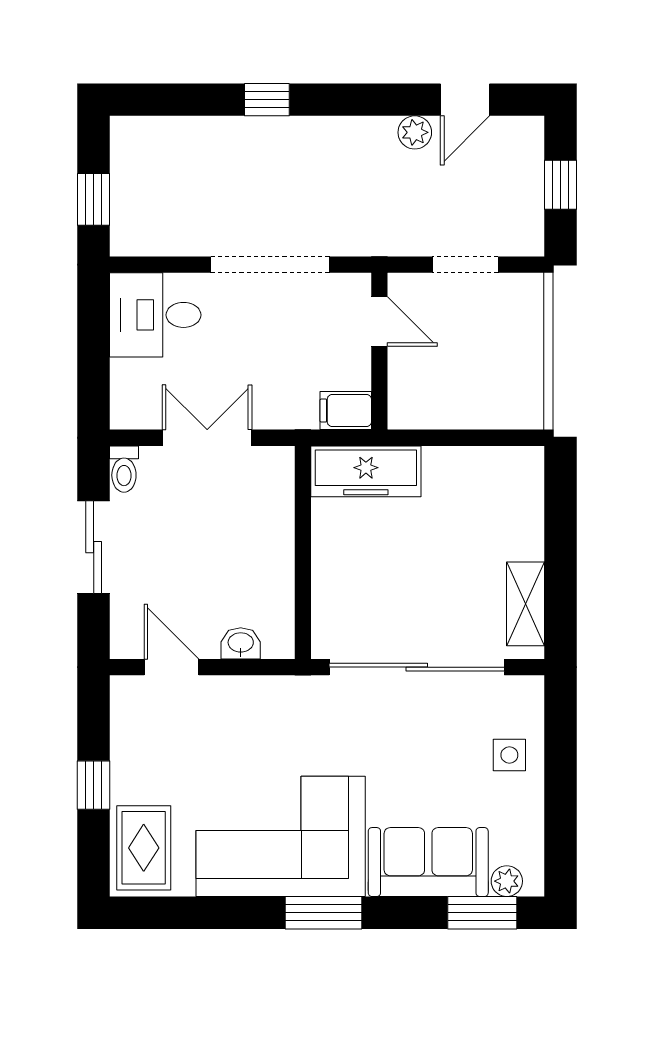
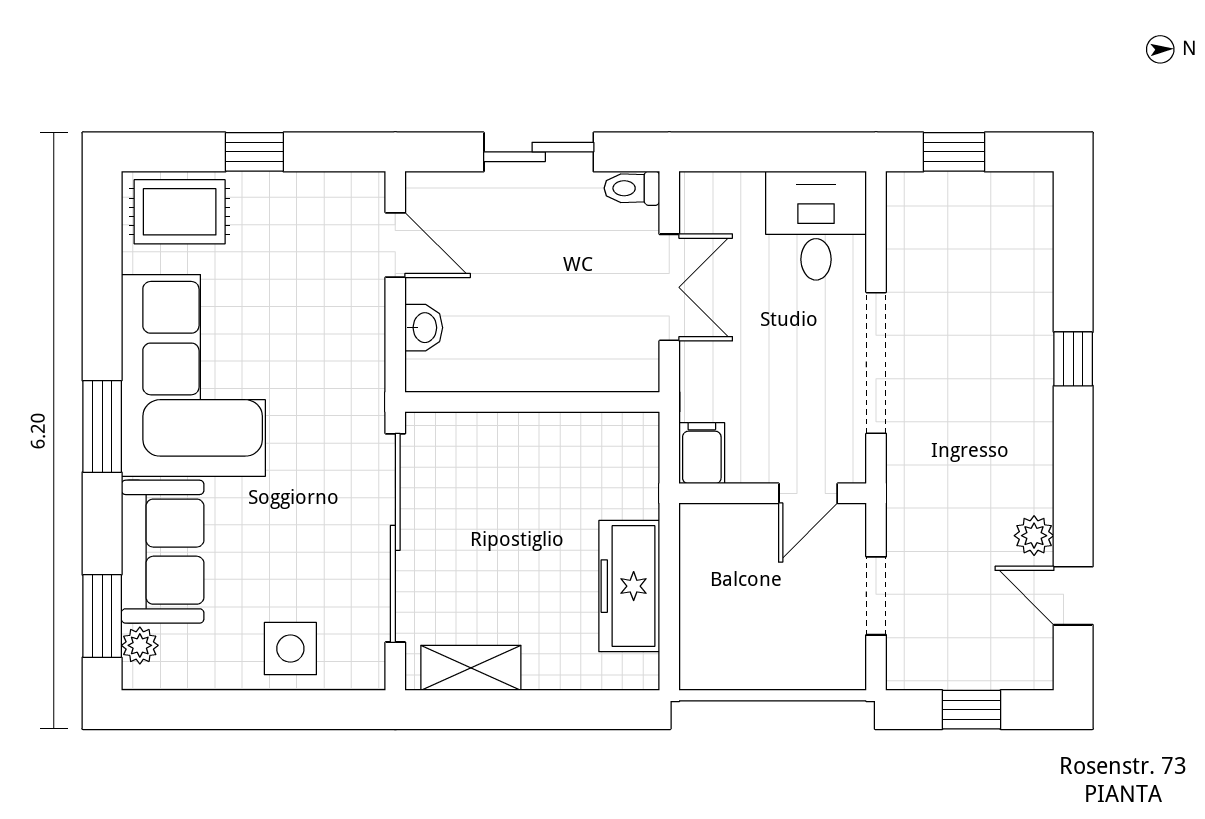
freezer: (366, 471) -> (629, 586), moved
door: (171, 667) -> (395, 245), hinge flipped
side table: (509, 755) -> (290, 649), width x1.37, depth x1.37

